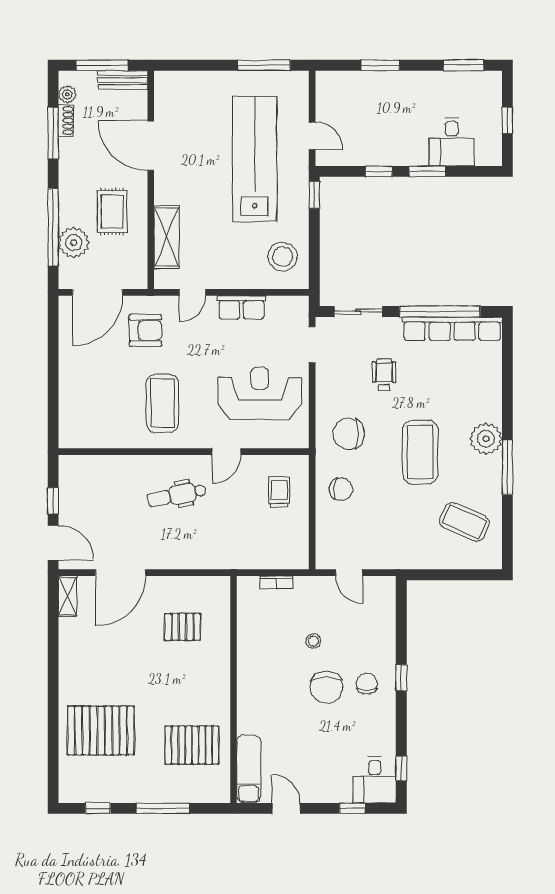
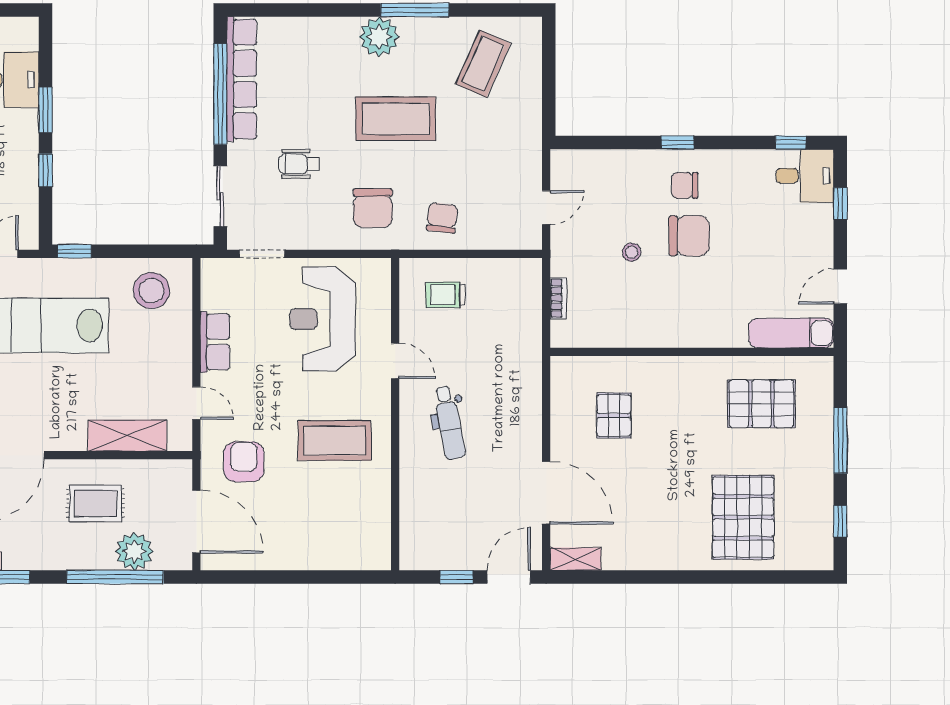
pallet: (192, 745) -> (761, 404), turned 90

